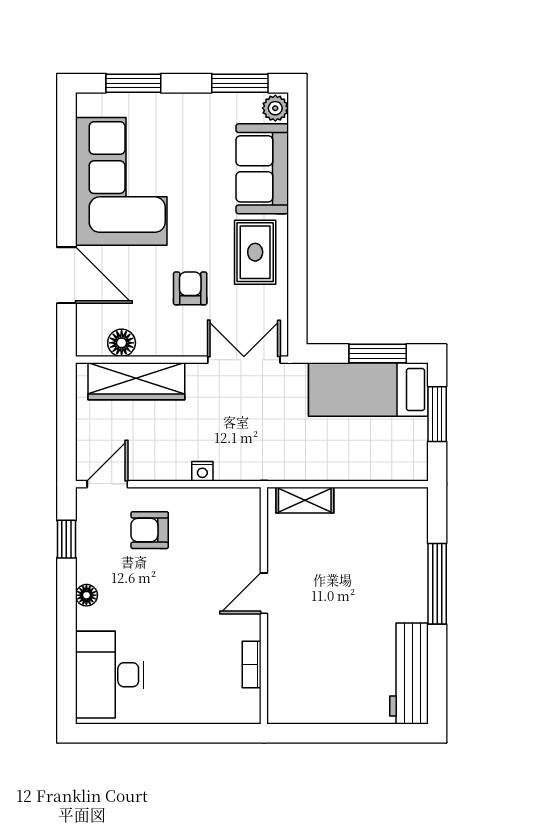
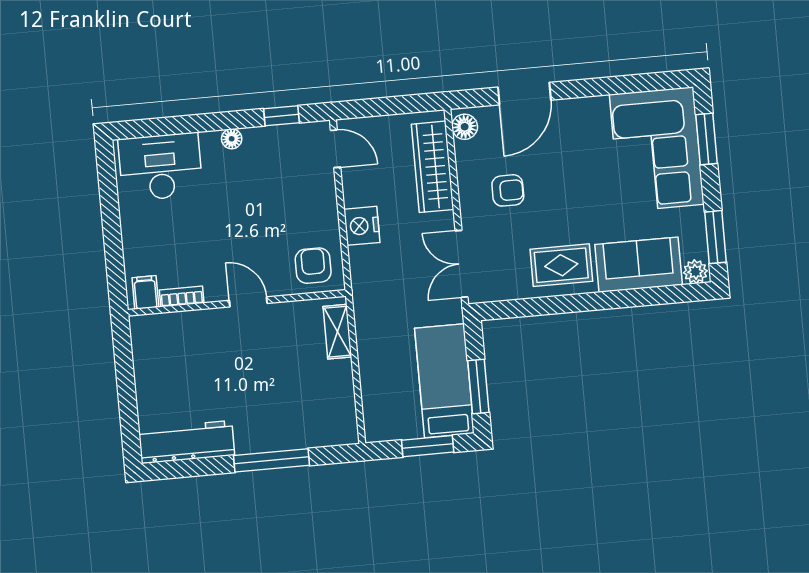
corner sofa: (121, 181) -> (657, 149), moved, turned 90
armchair: (190, 288) -> (508, 190), moved
floor lamp: (122, 343) -> (465, 127), moved
double door: (244, 360) -> (462, 264), swing flipped
nightstand: (202, 471) -> (362, 226), width x1.89, depth x1.79
armchair: (150, 530) -> (313, 266), moved
filing cabinet: (244, 703) -> (145, 292), added

